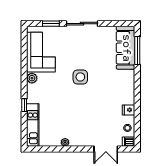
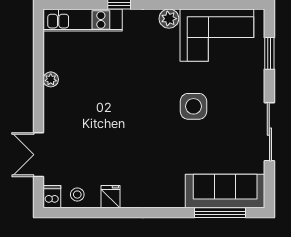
sliding door: (82, 24) -> (269, 132), moved
side table: (80, 77) -> (193, 106), moved

